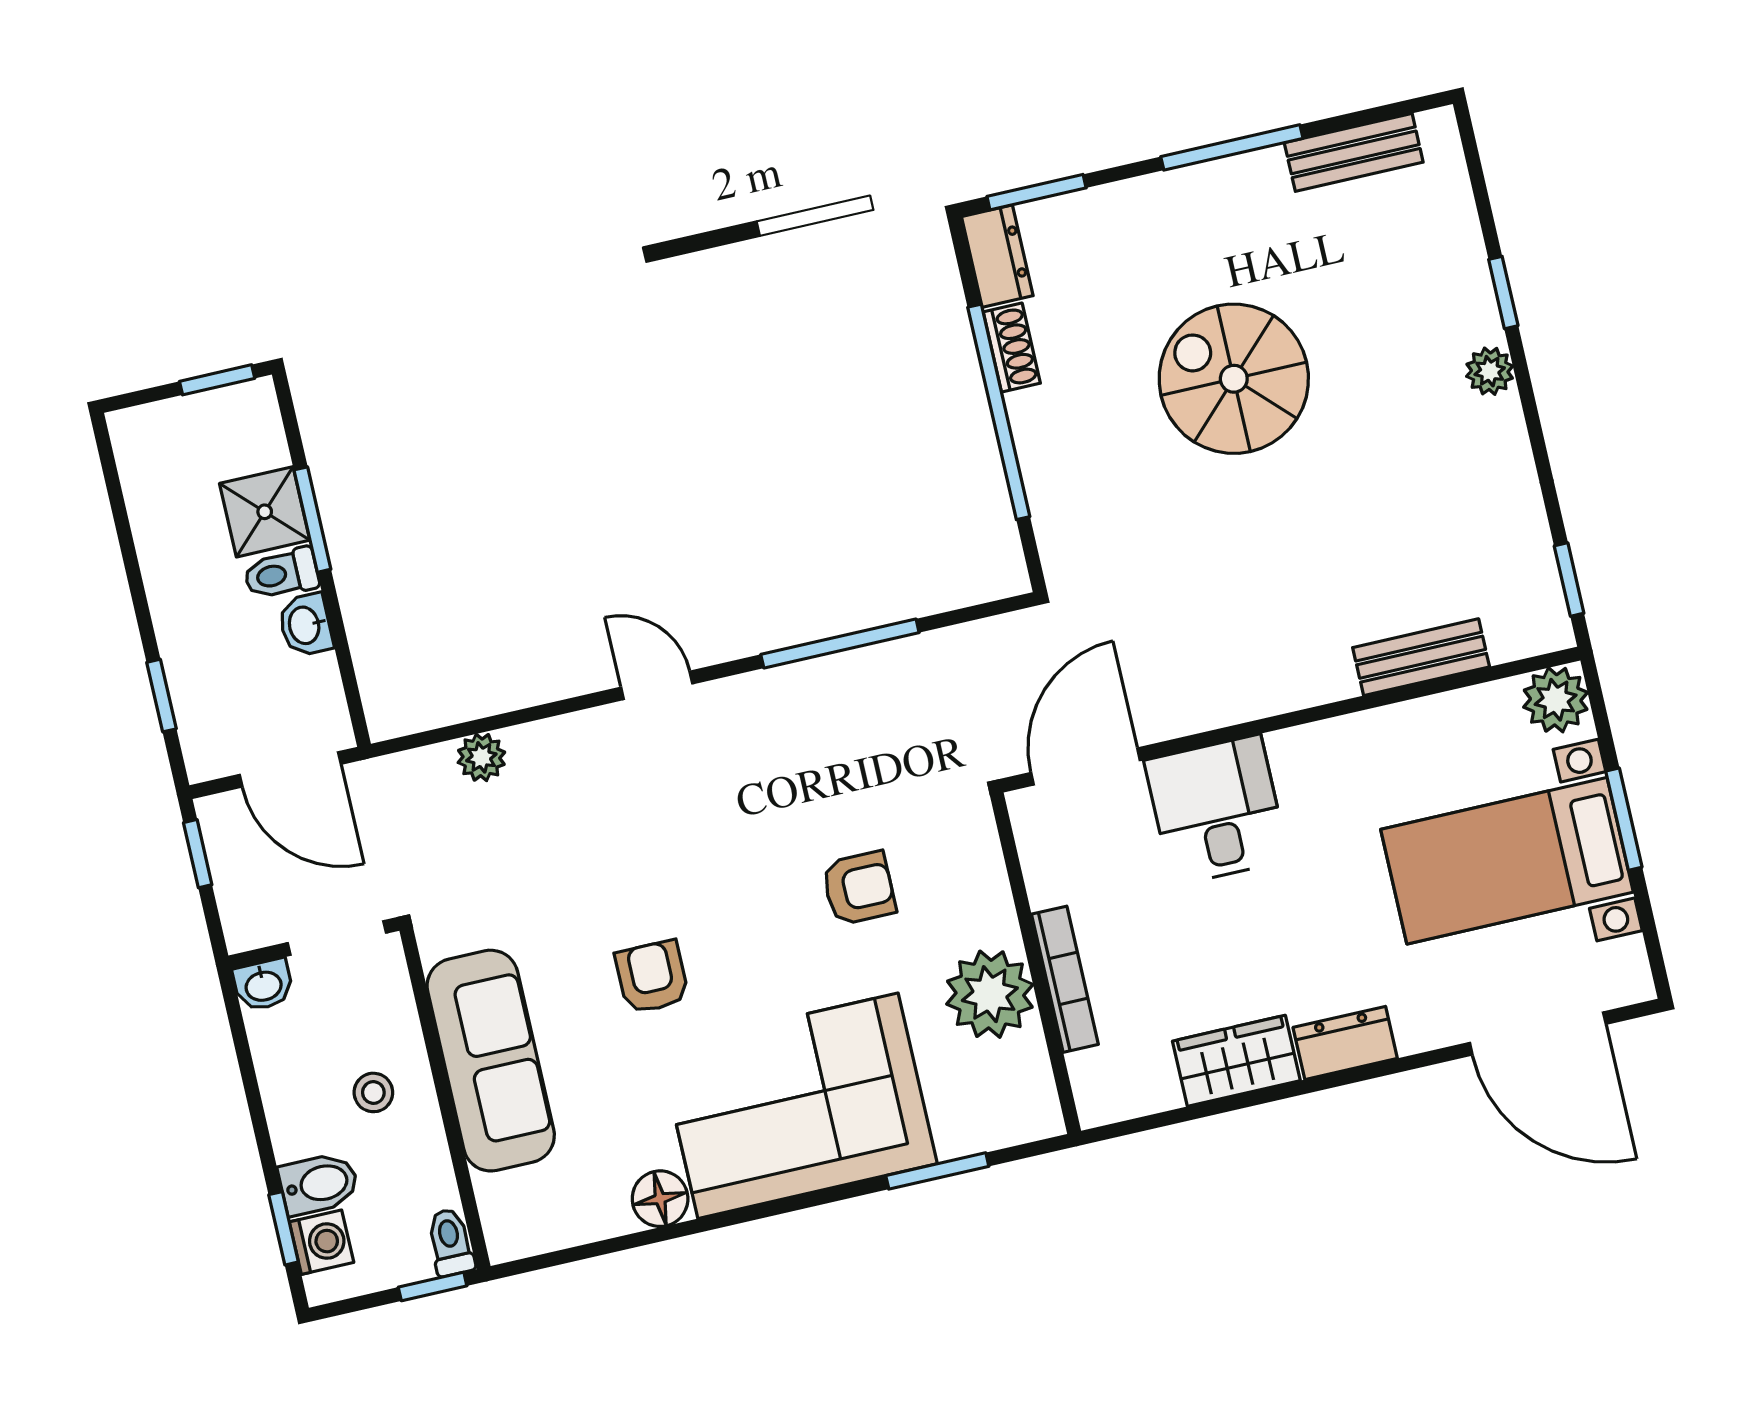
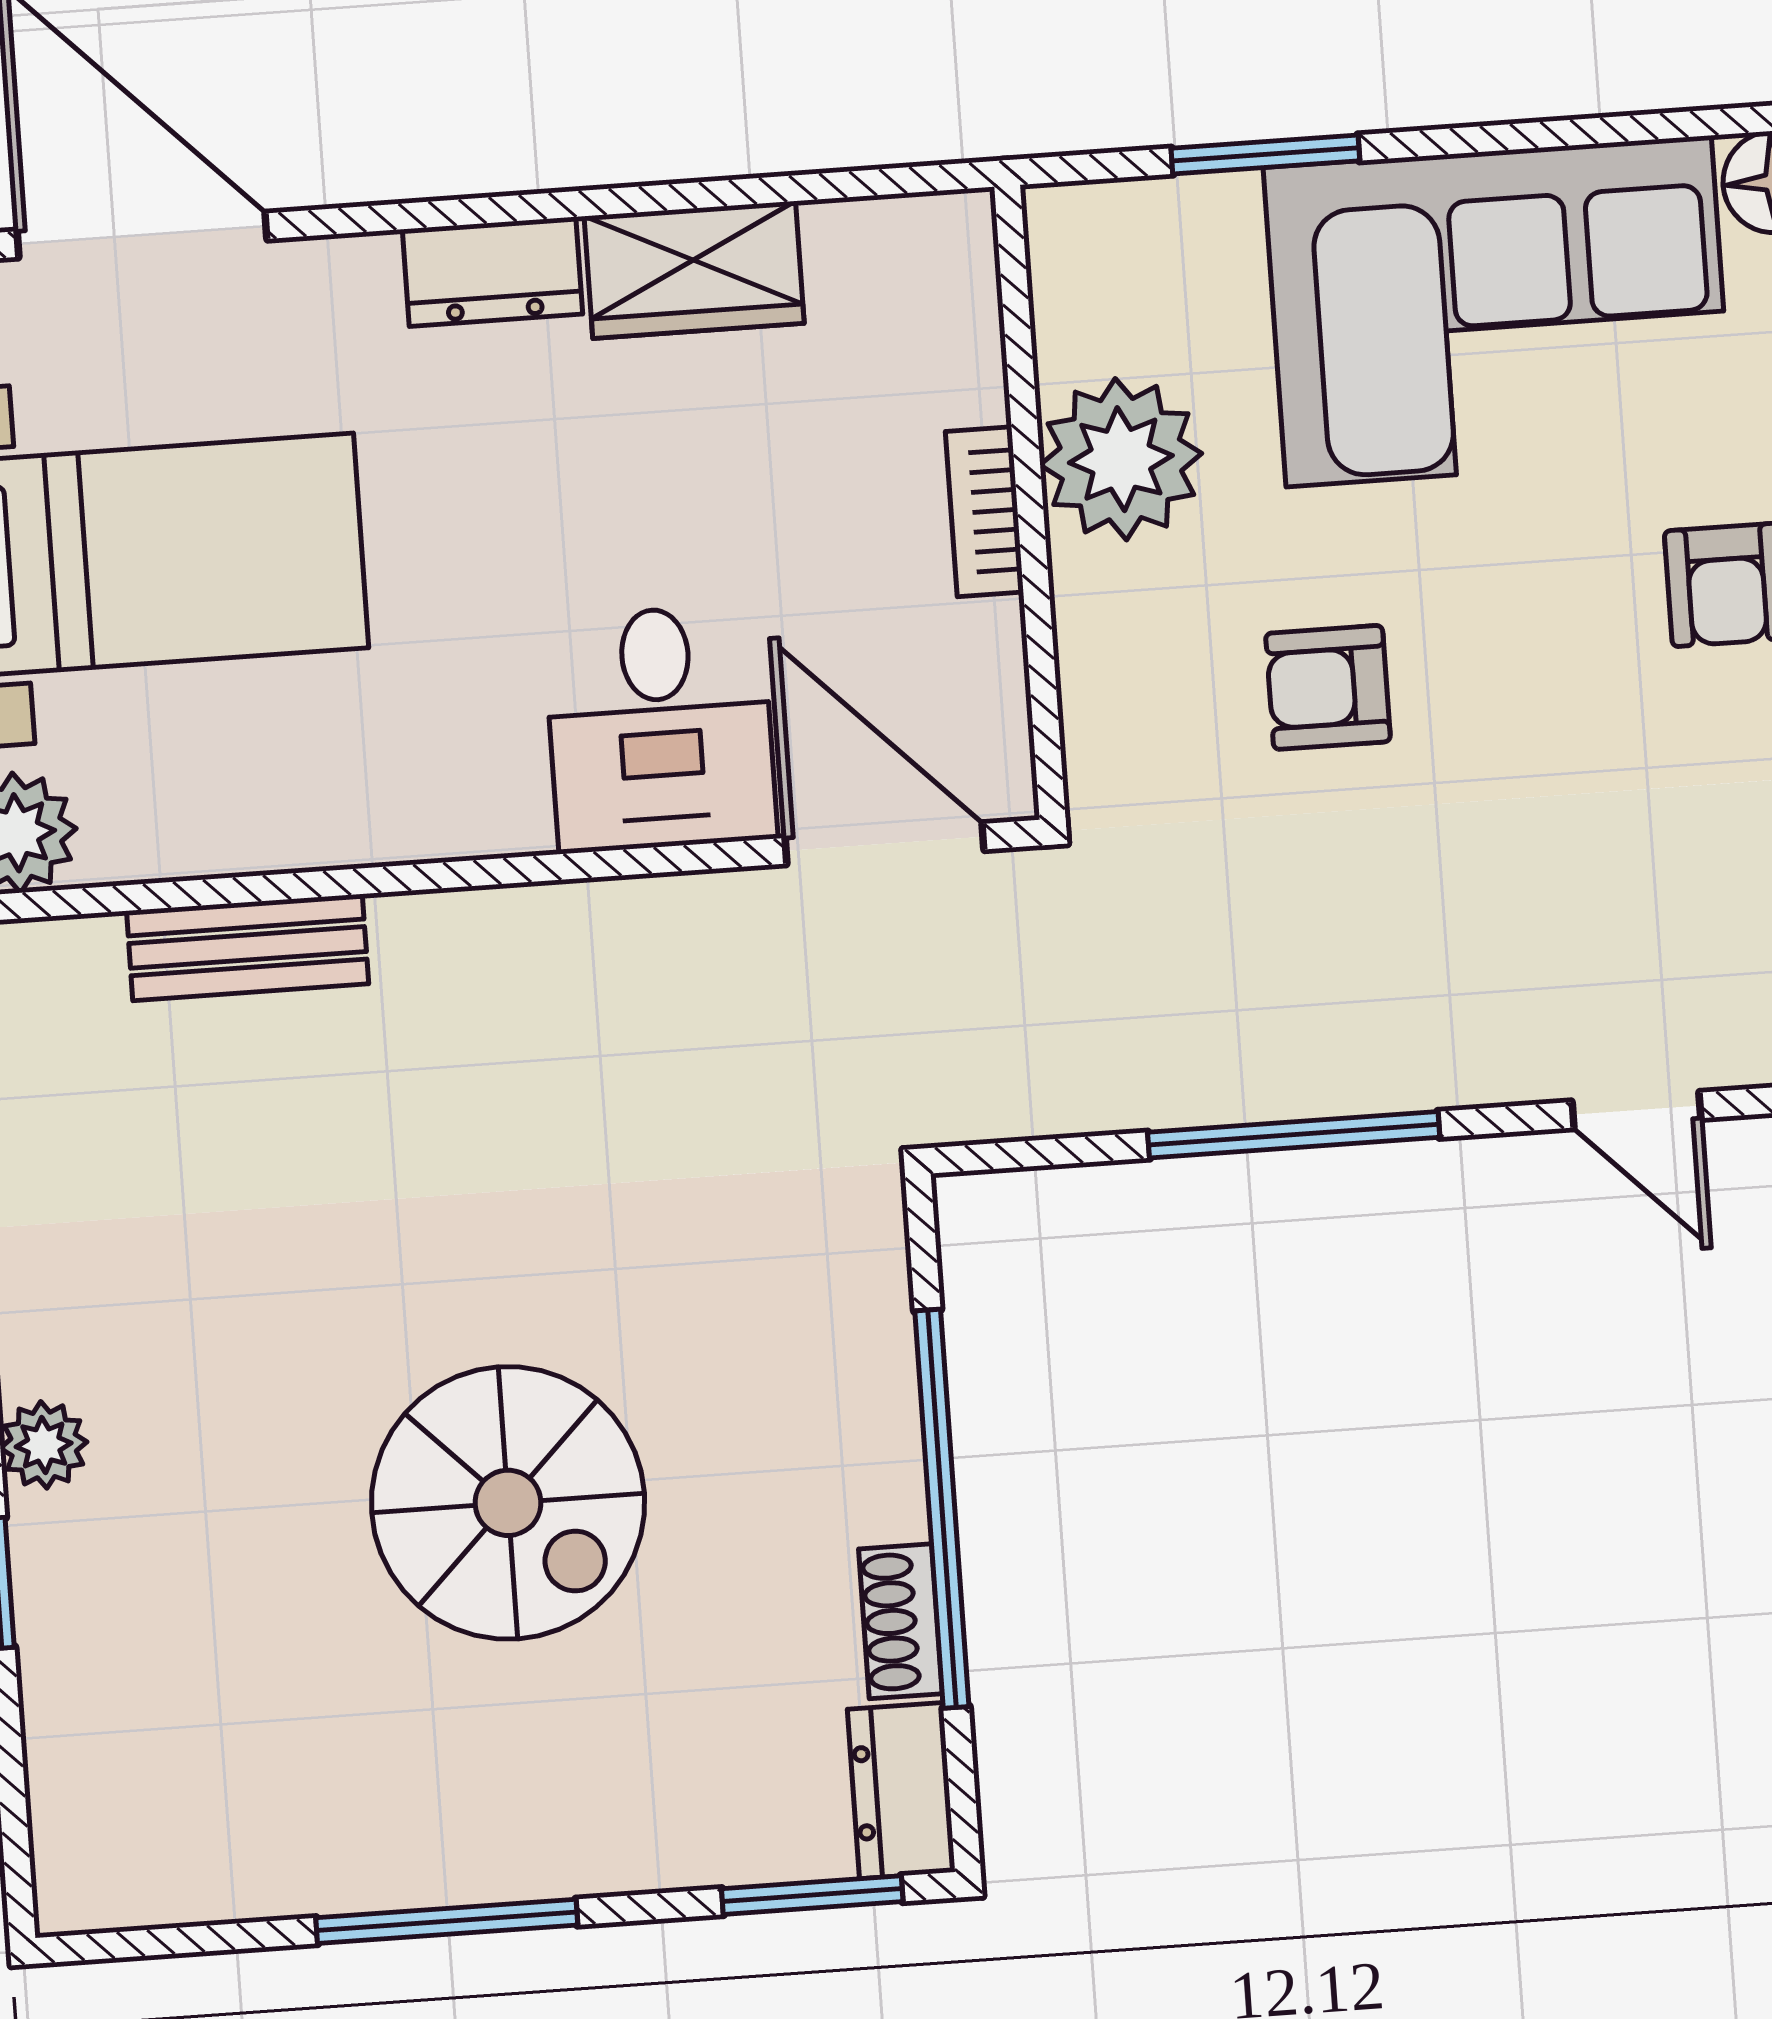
bench: (1354, 152) -> (228, 1878), removed
door: (1085, 767) -> (884, 844), swing flipped
bookcase: (1065, 979) -> (984, 512), width x0.64

